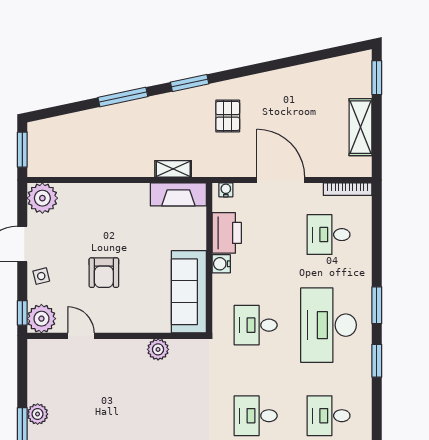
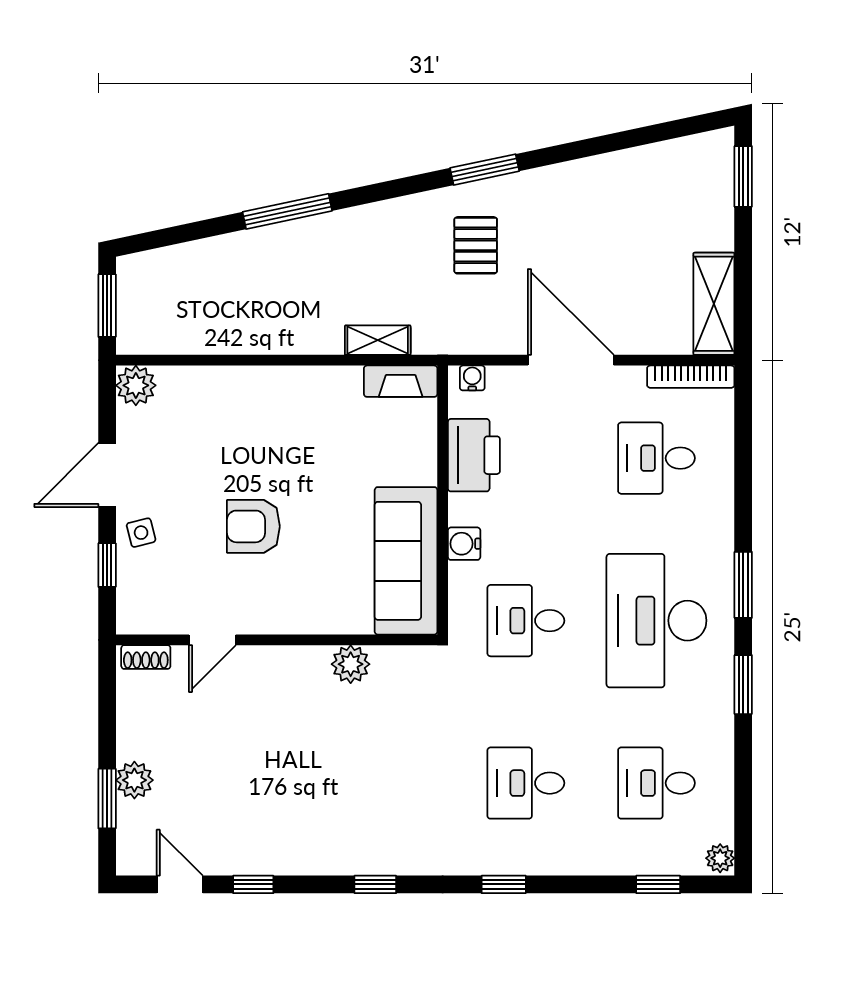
window: (190, 83) -> (485, 170), moved
shelving: (361, 127) -> (714, 304), moved
fireplace: (178, 194) -> (401, 381), width x0.73, depth x0.76
plant: (42, 198) -> (136, 385), width x0.73, depth x0.73
water cooler: (221, 264) -> (464, 544), moved
armchair: (104, 273) -> (253, 526), turned 90
window: (22, 313) -> (107, 565), moved
plant: (41, 319) -> (141, 609), removed
door: (81, 336) -> (212, 640), swing flipped
shoe rack: (44, 345) -> (146, 657), added

